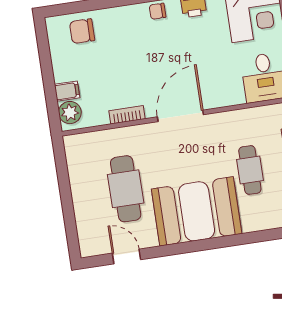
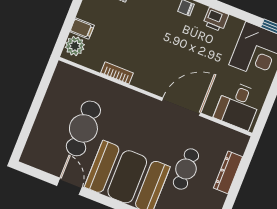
door: (180, 116) -> (181, 107), moved
door: (127, 256) -> (70, 186), moved

